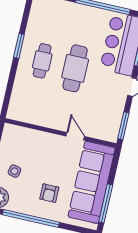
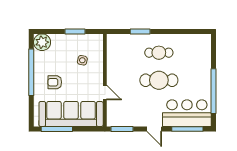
window: (19, 46) -> (140, 31), moved
door: (75, 136) -> (105, 93), hinge flipped
side table: (14, 171) -> (82, 60), moved

